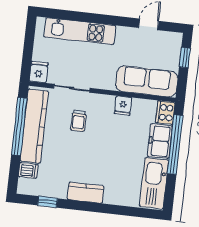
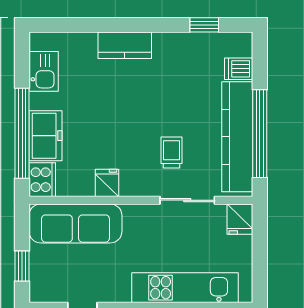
kitchen sink: (154, 183) -> (44, 71), width x0.53, depth x0.81
kitchen counter: (86, 193) -> (125, 45), moved

